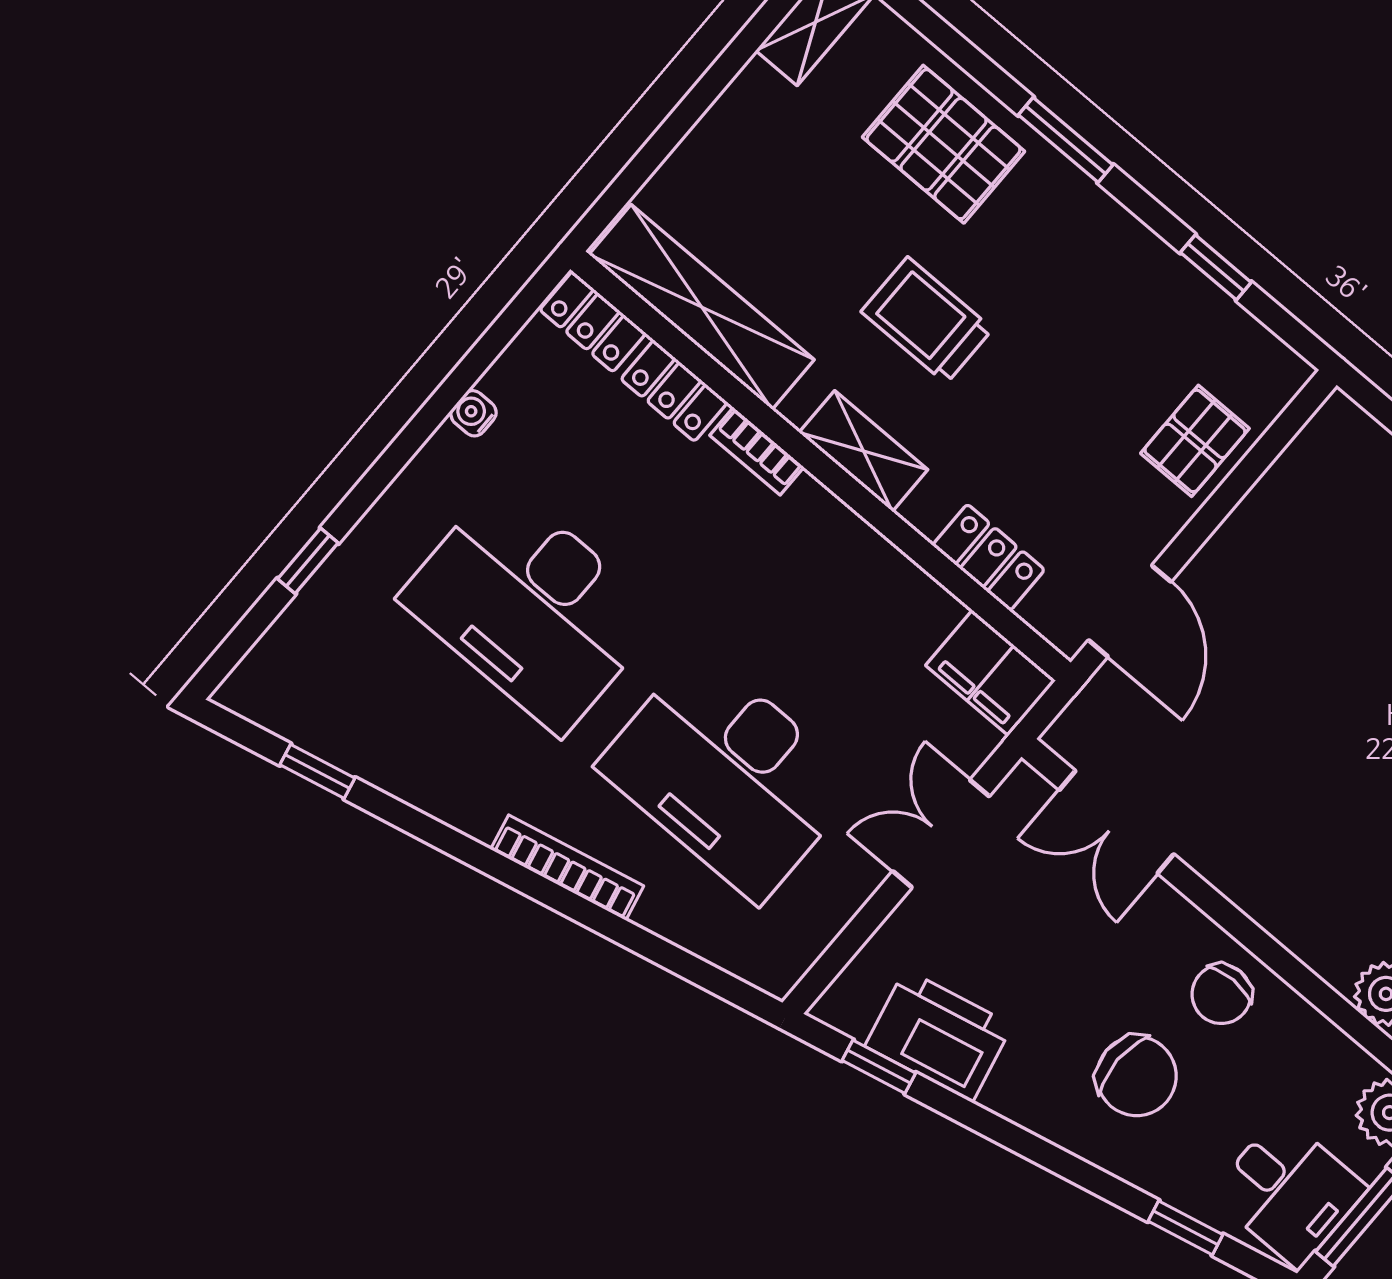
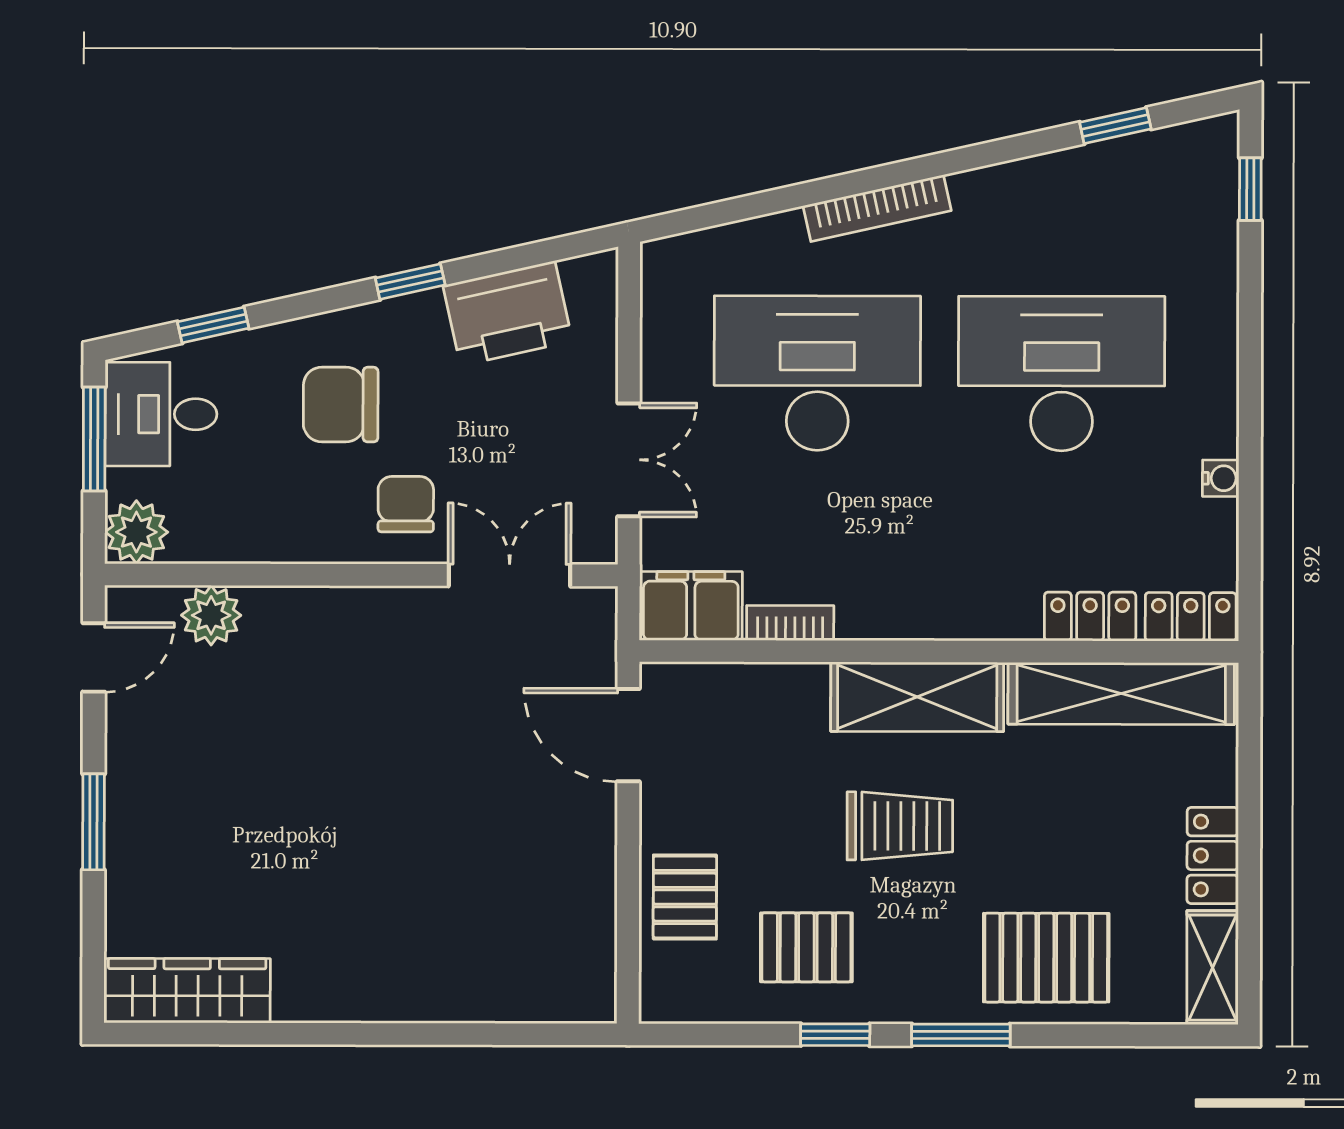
window: (1216, 267) -> (835, 1035), moved
pallet: (1131, 317) -> (806, 947), added
trolley: (927, 320) -> (900, 826), moved
bookcase: (757, 451) -> (790, 623), moved
shelving: (863, 451) -> (917, 697), width x1.50, depth x1.33
locker: (989, 557) -> (1213, 855), moved, turned 90
window: (308, 561) -> (1250, 189), moved
chair: (1221, 994) -> (406, 504), moved
window: (879, 1067) -> (410, 282), moved

